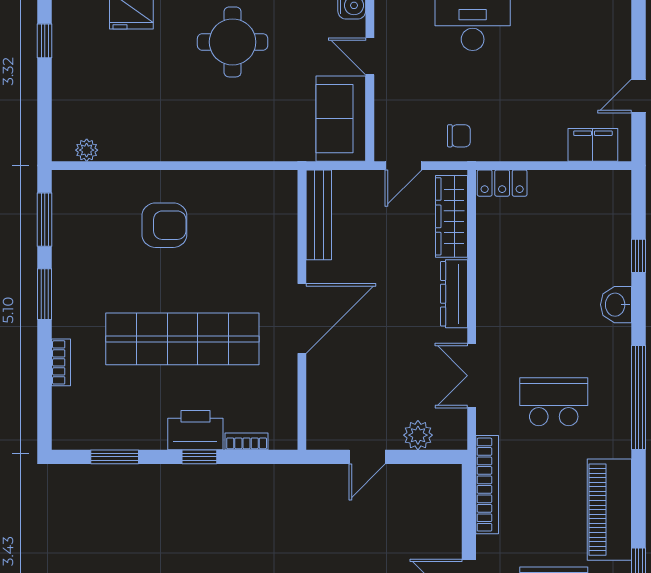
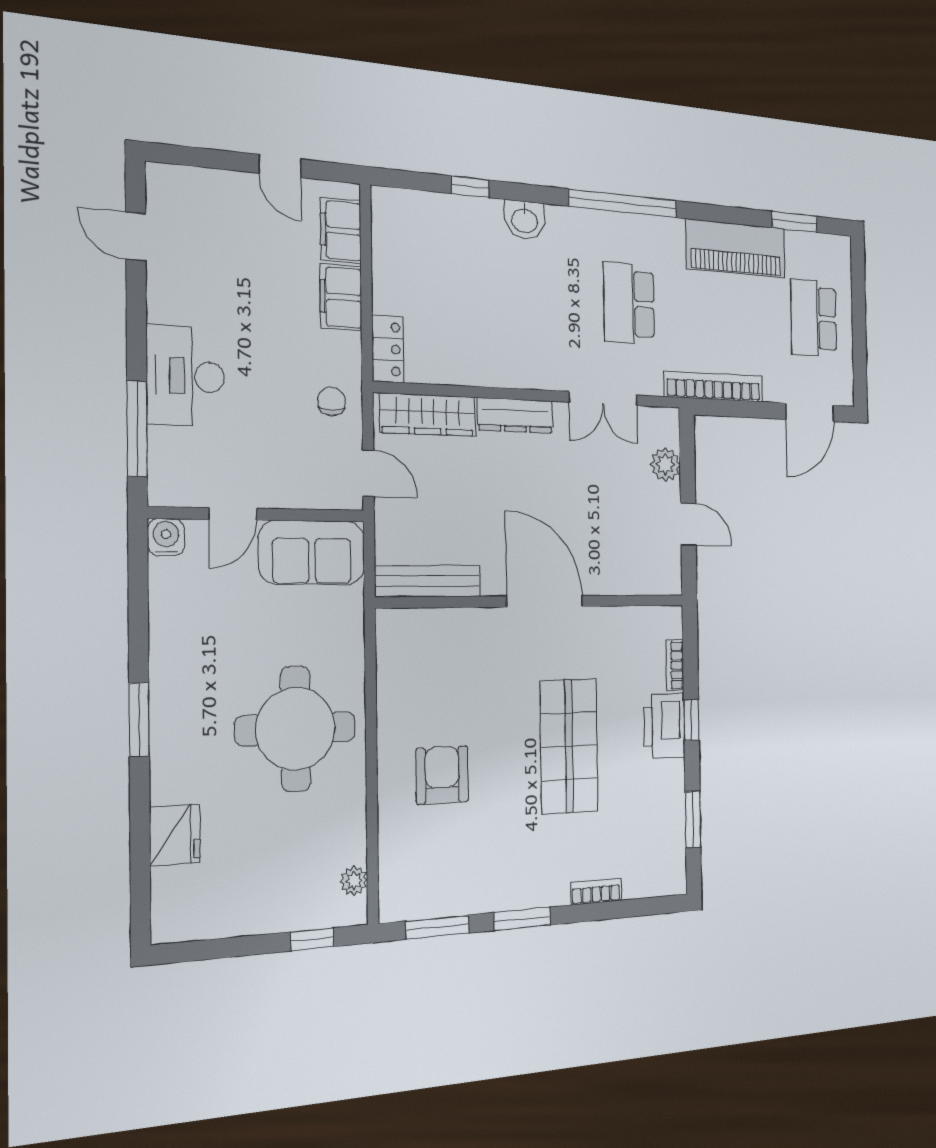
window: (45, 41) -> (312, 939), moved
round table: (233, 42) -> (296, 729), moved, width x1.36, depth x1.36
filing cabinet: (541, 144) -> (341, 297), added
shop shelf: (182, 339) -> (569, 746), width x0.71

